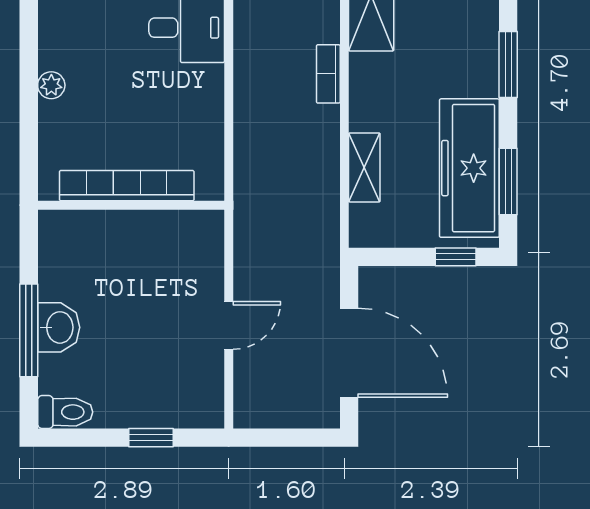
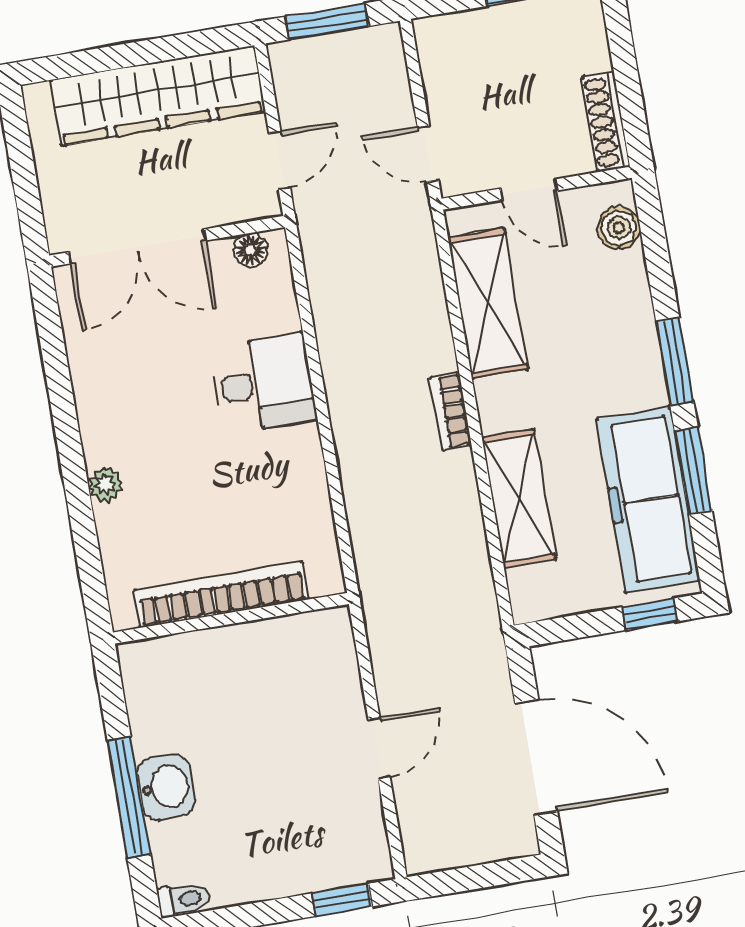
shelving: (364, 167) -> (519, 498), width x1.50, depth x1.33
window: (508, 182) -> (693, 471), moved
toilet: (65, 412) -> (183, 899), width x0.73, depth x0.72
window: (151, 438) -> (342, 900), moved

